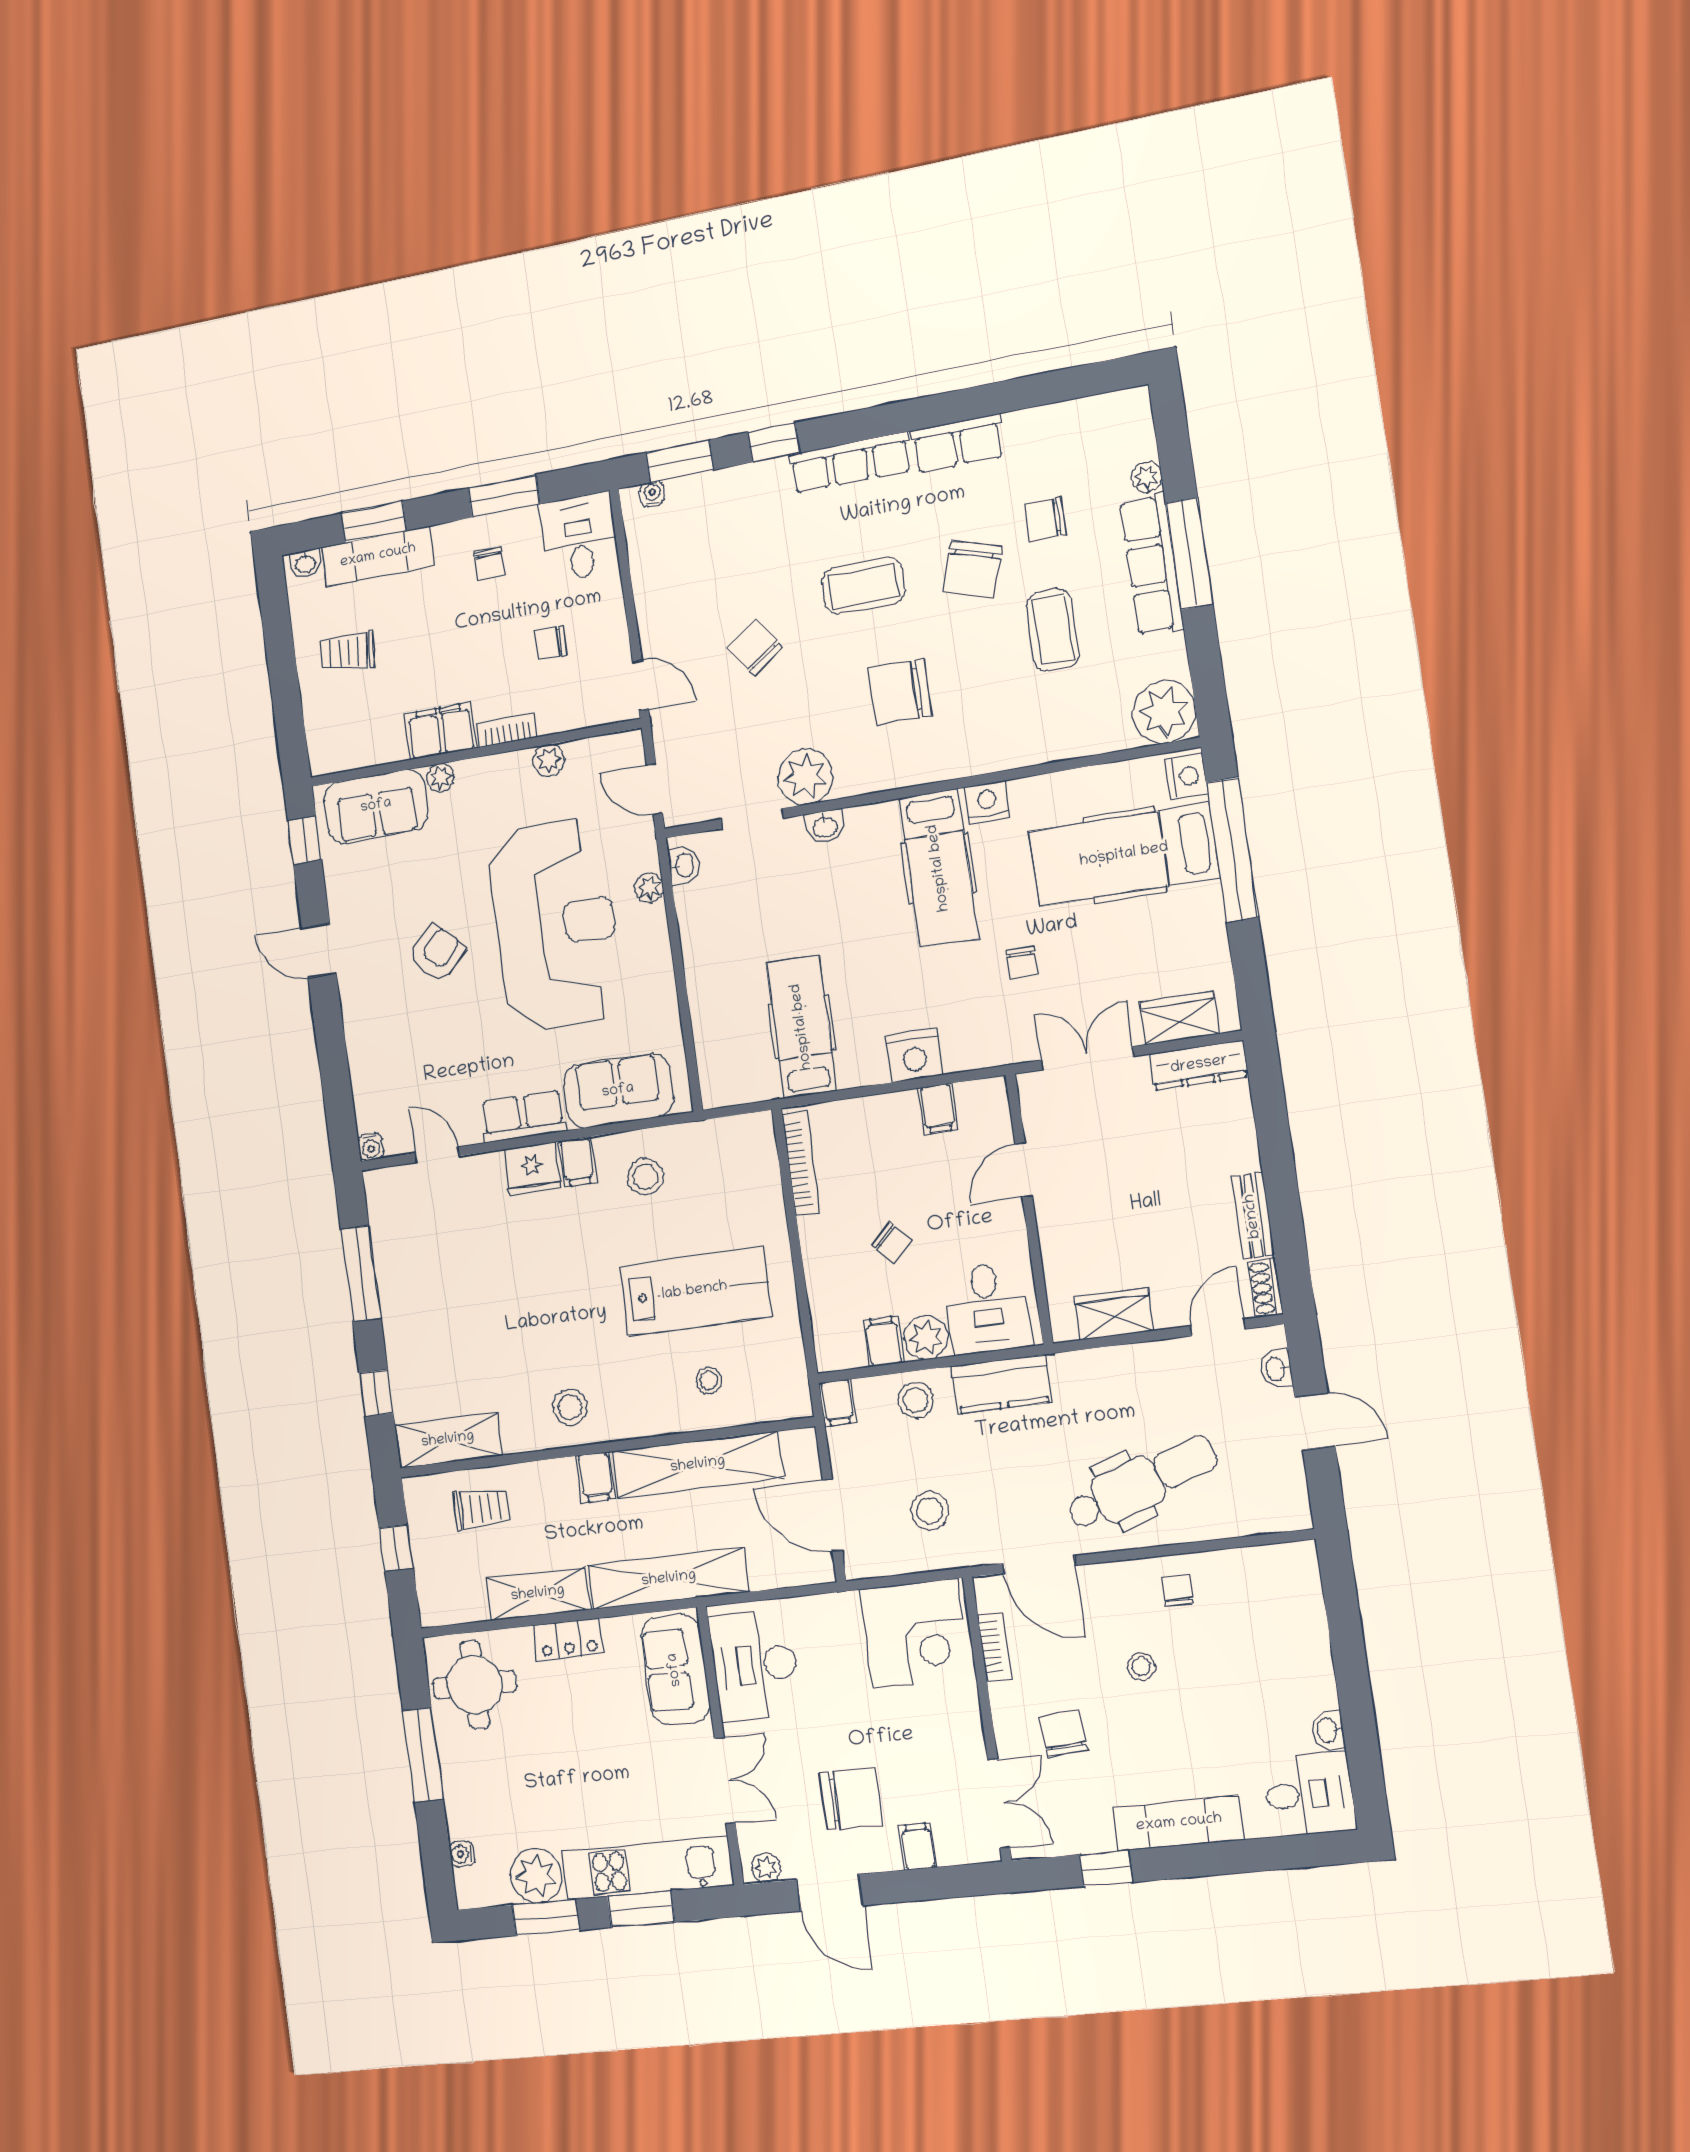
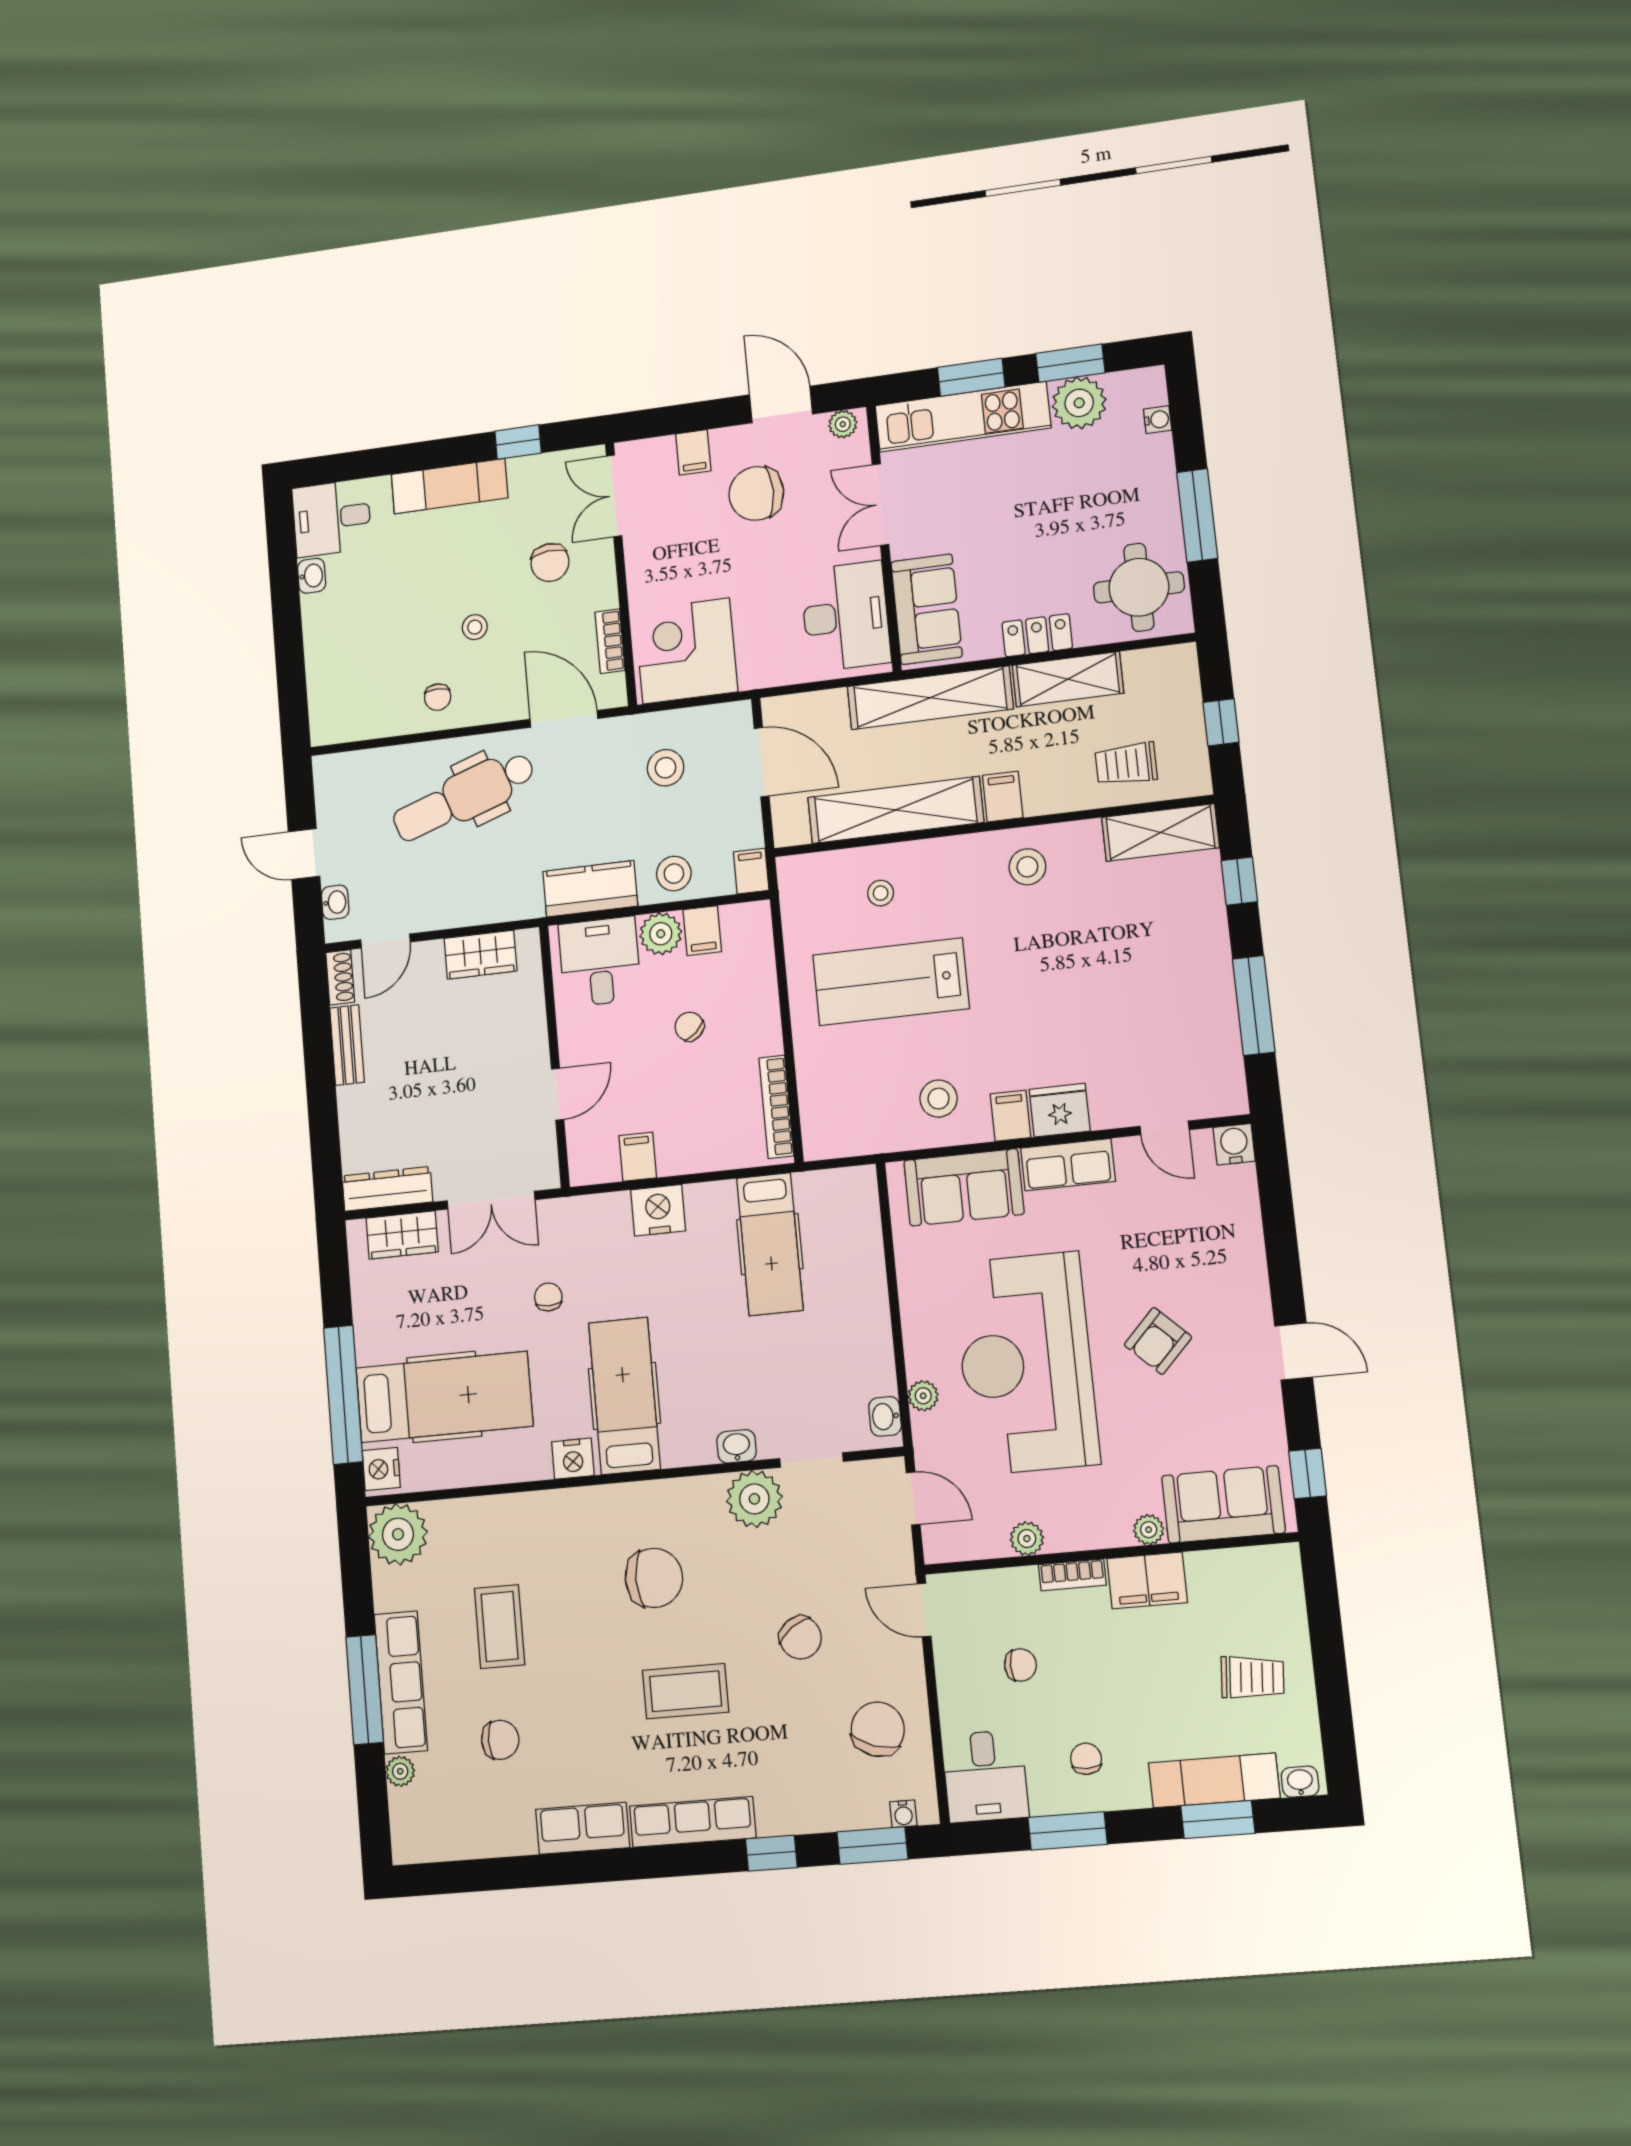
chair: (972, 569) -> (878, 1729), moved
water cooler: (371, 1147) -> (1234, 1144), width x1.38, depth x1.38

